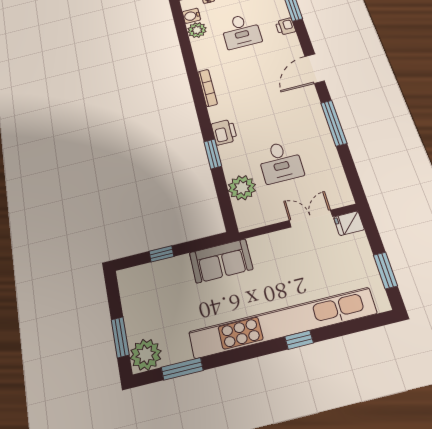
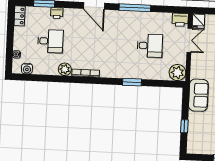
plant: (197, 30) -> (65, 69), moved
printer: (224, 132) -> (180, 20), moved, turned 180
plant: (242, 188) -> (177, 73), moved
double door: (311, 219) -> (189, 40), swing flipped

